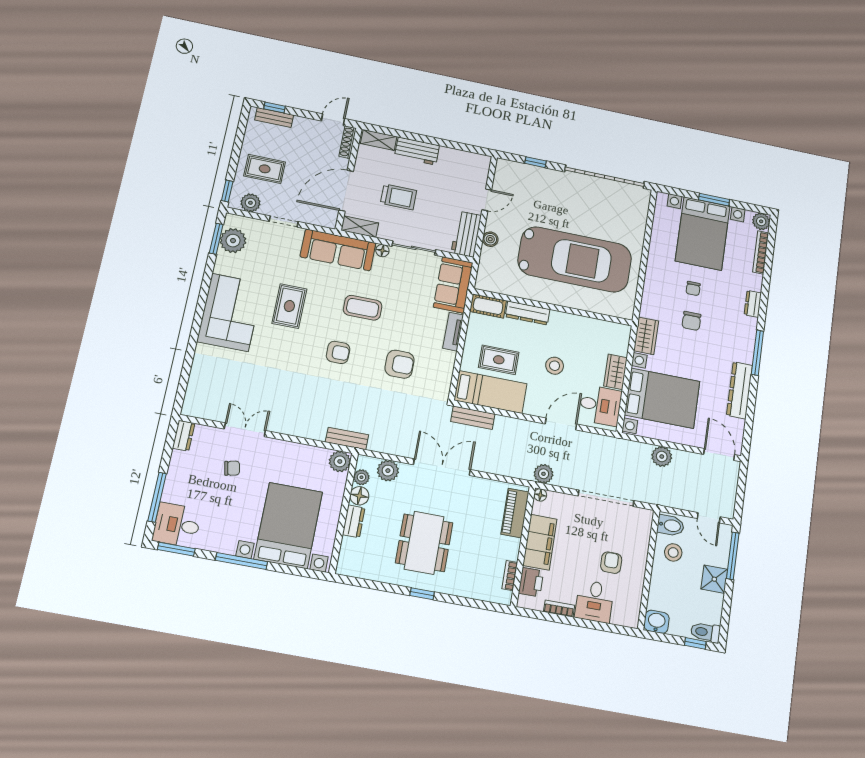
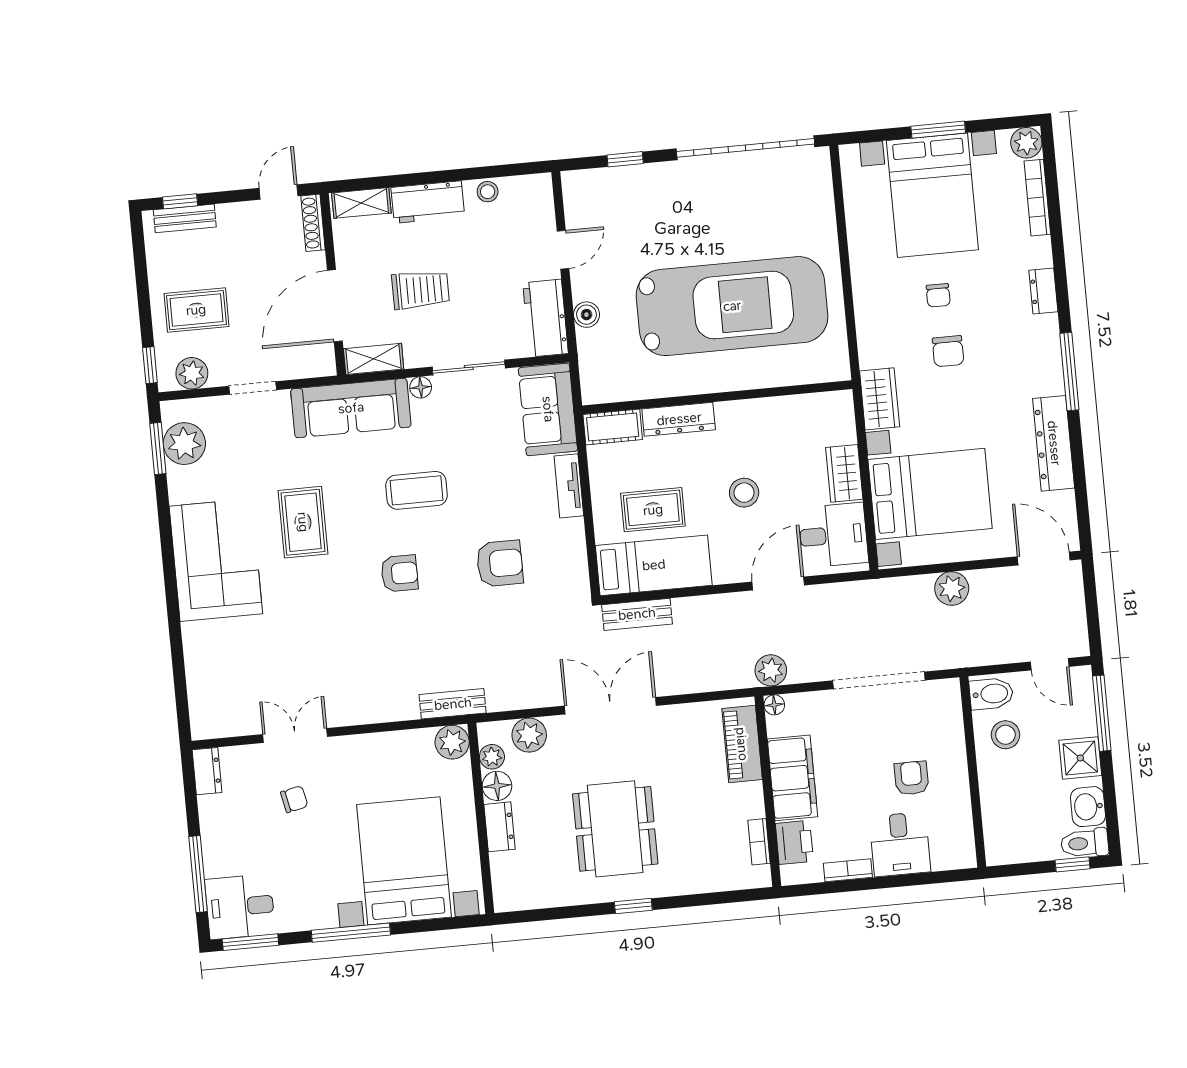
stool: (453, 156) -> (488, 192), added
washbasin: (657, 622) -> (1088, 807), moved, turned -90

